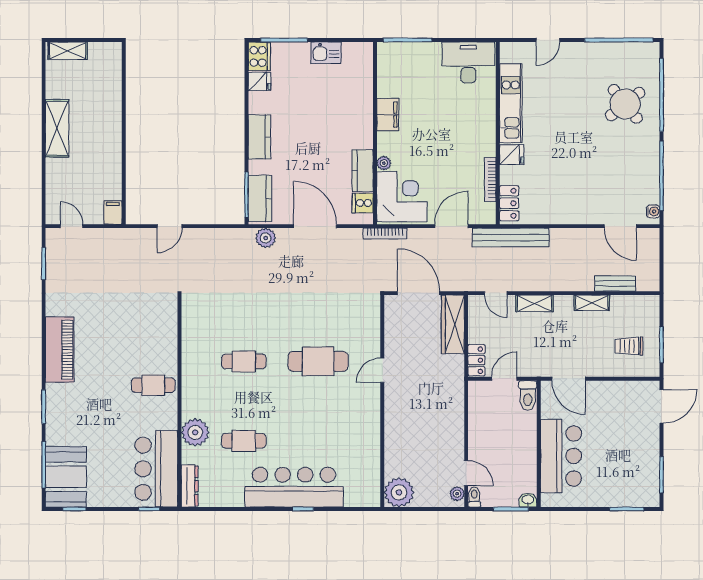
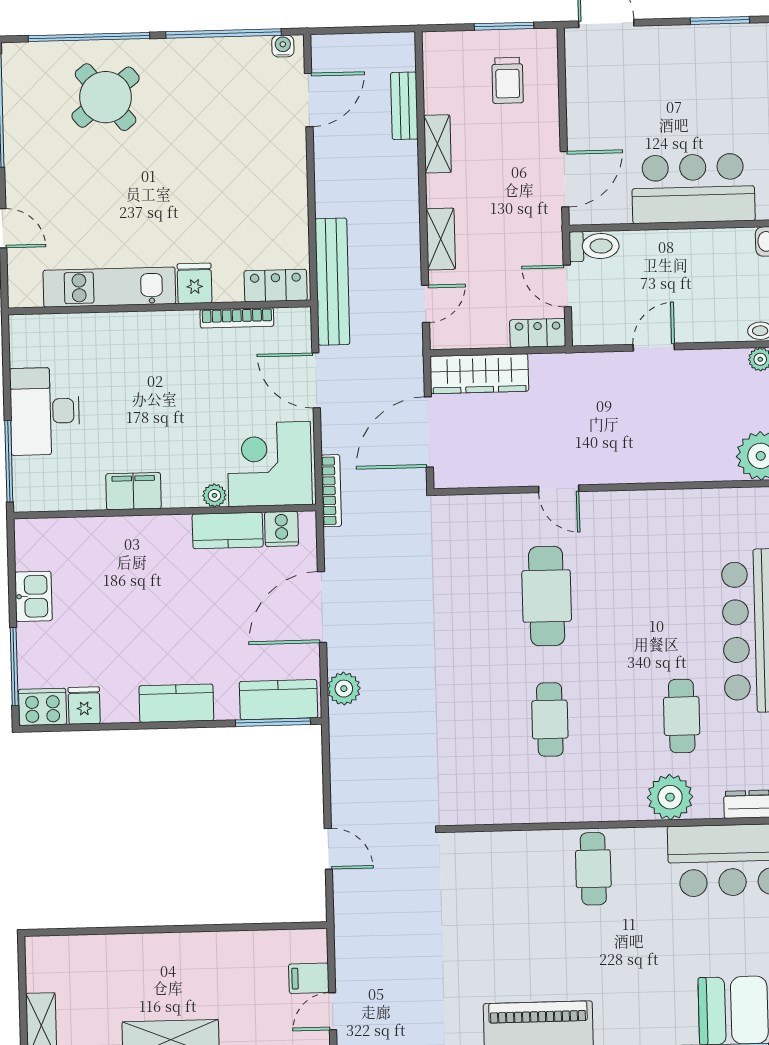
desk: (468, 62) -> (45, 411), moved
filing cabinet: (113, 212) -> (309, 978), moved
door: (466, 473) -> (654, 347), moved

